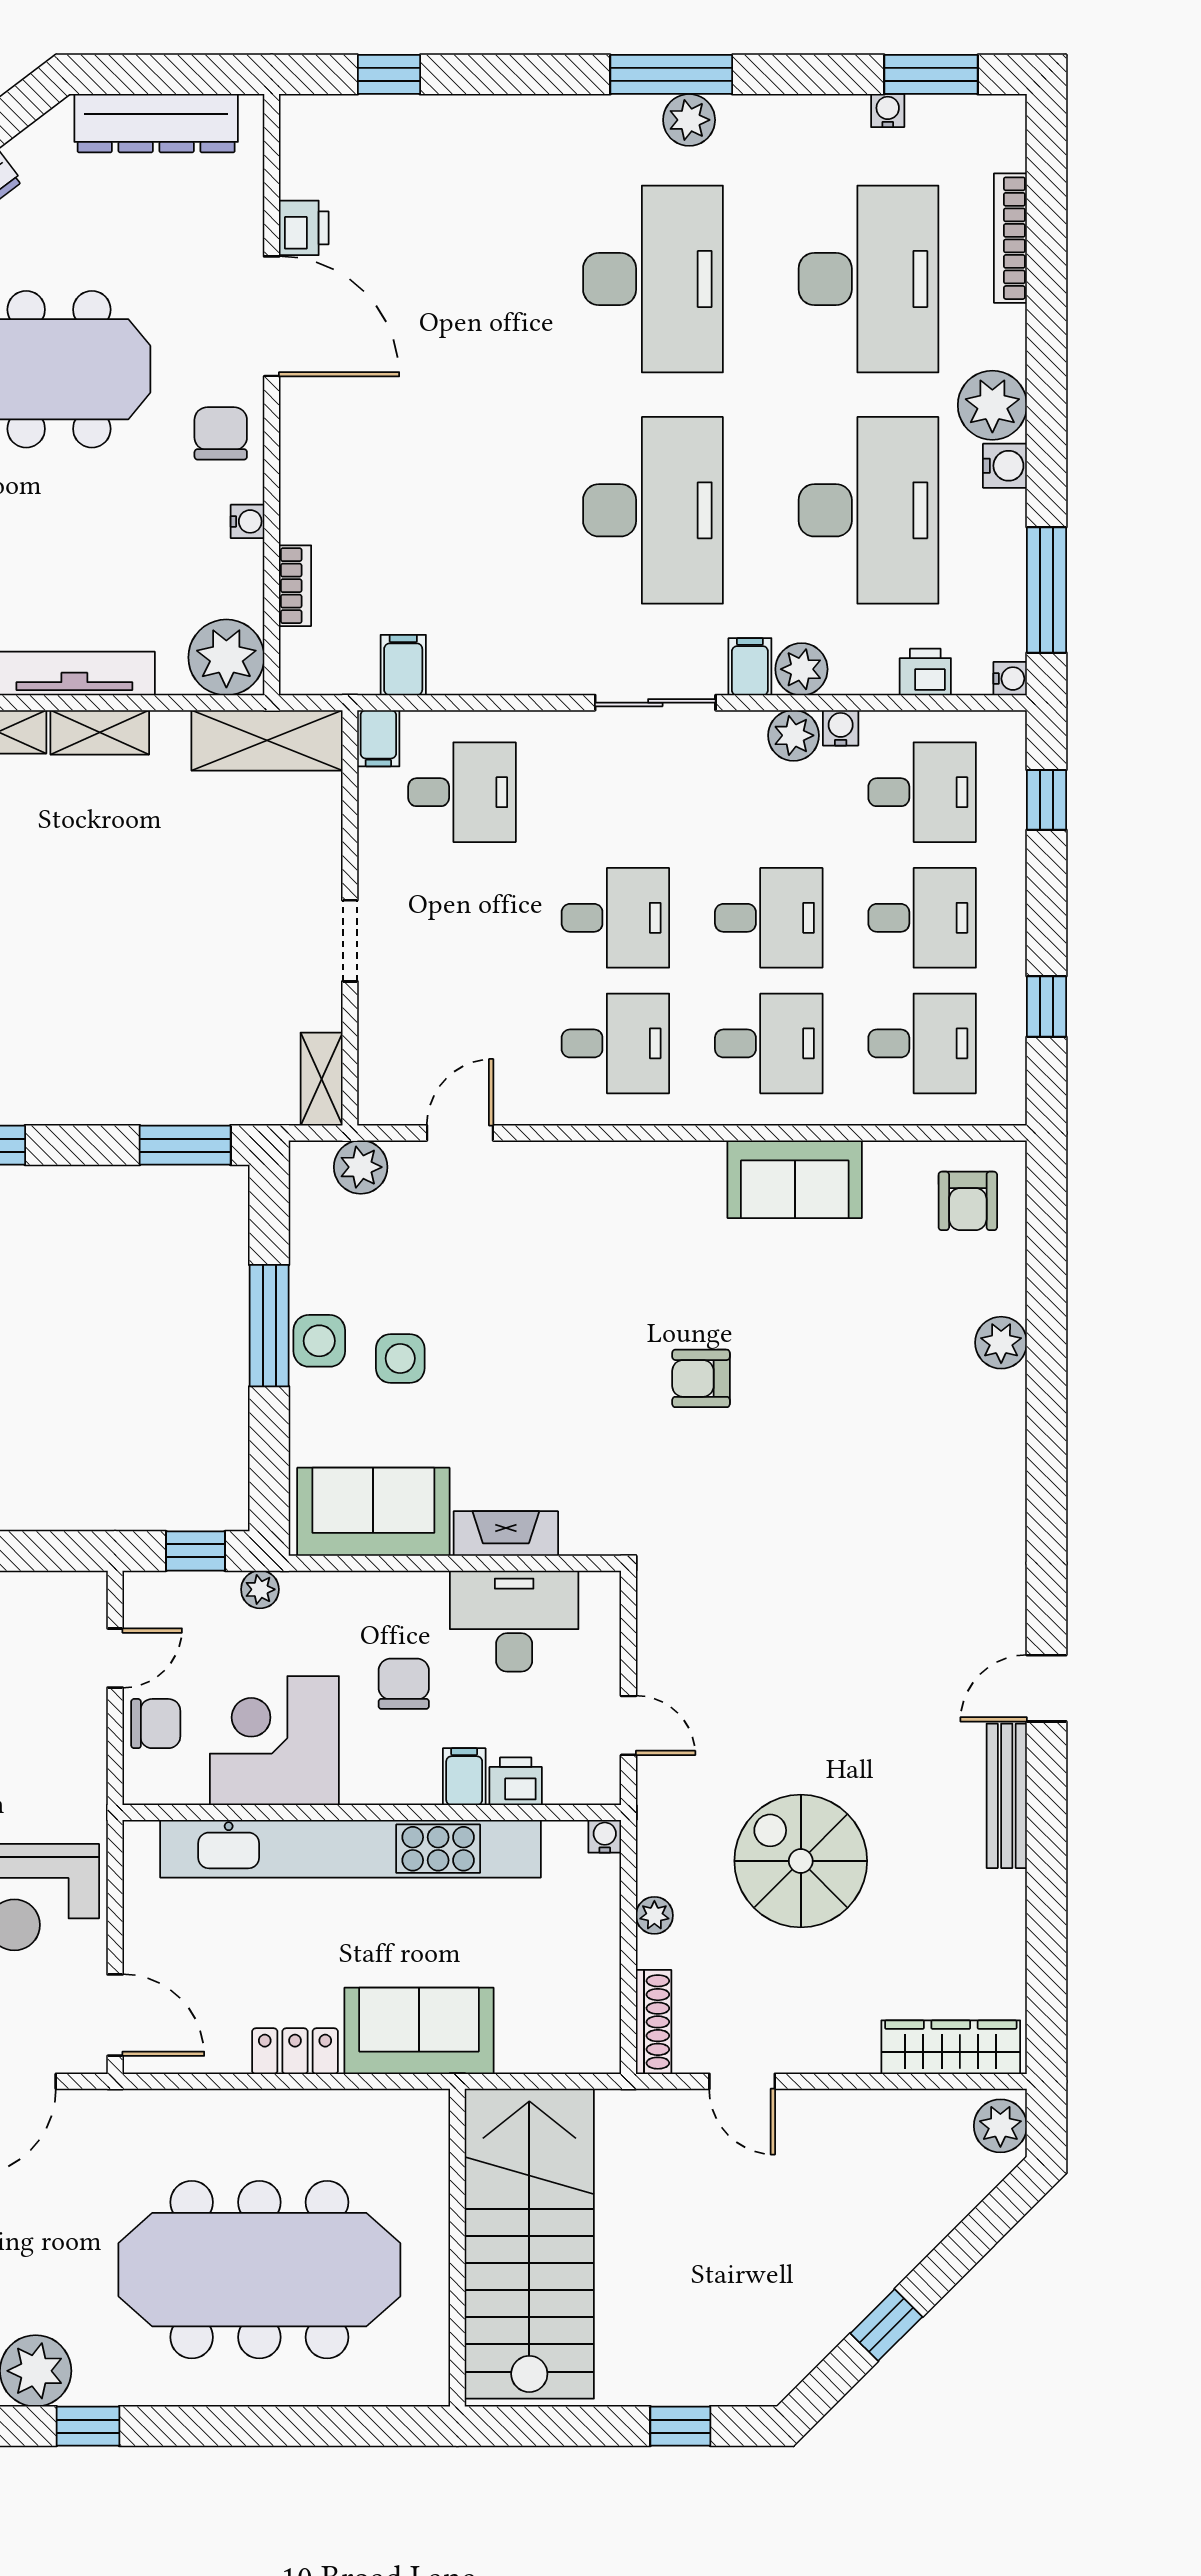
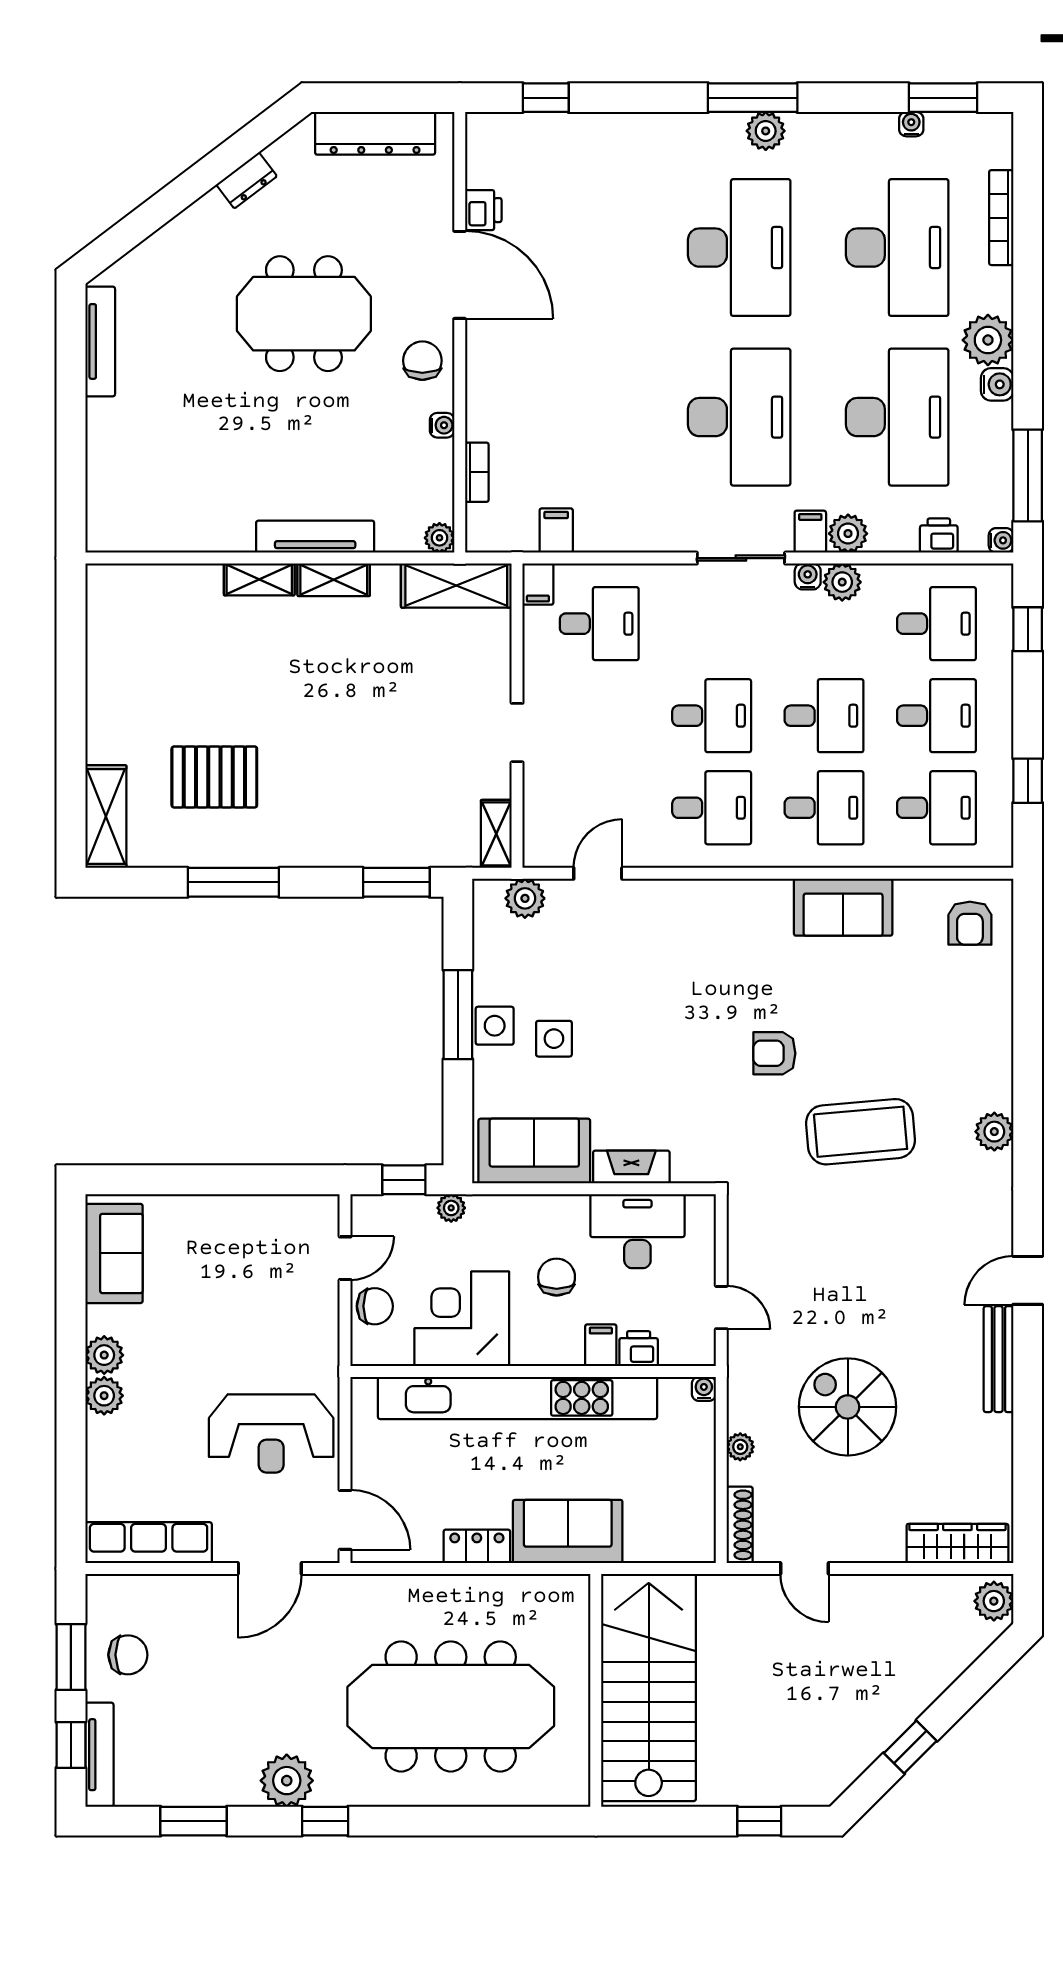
plant: (226, 657) -> (439, 538), width x0.53, depth x0.53
water cooler: (841, 728) -> (808, 576), moved
plant: (1001, 1343) -> (994, 1132), moved
coffee table: (819, 1485) -> (861, 1132), added

